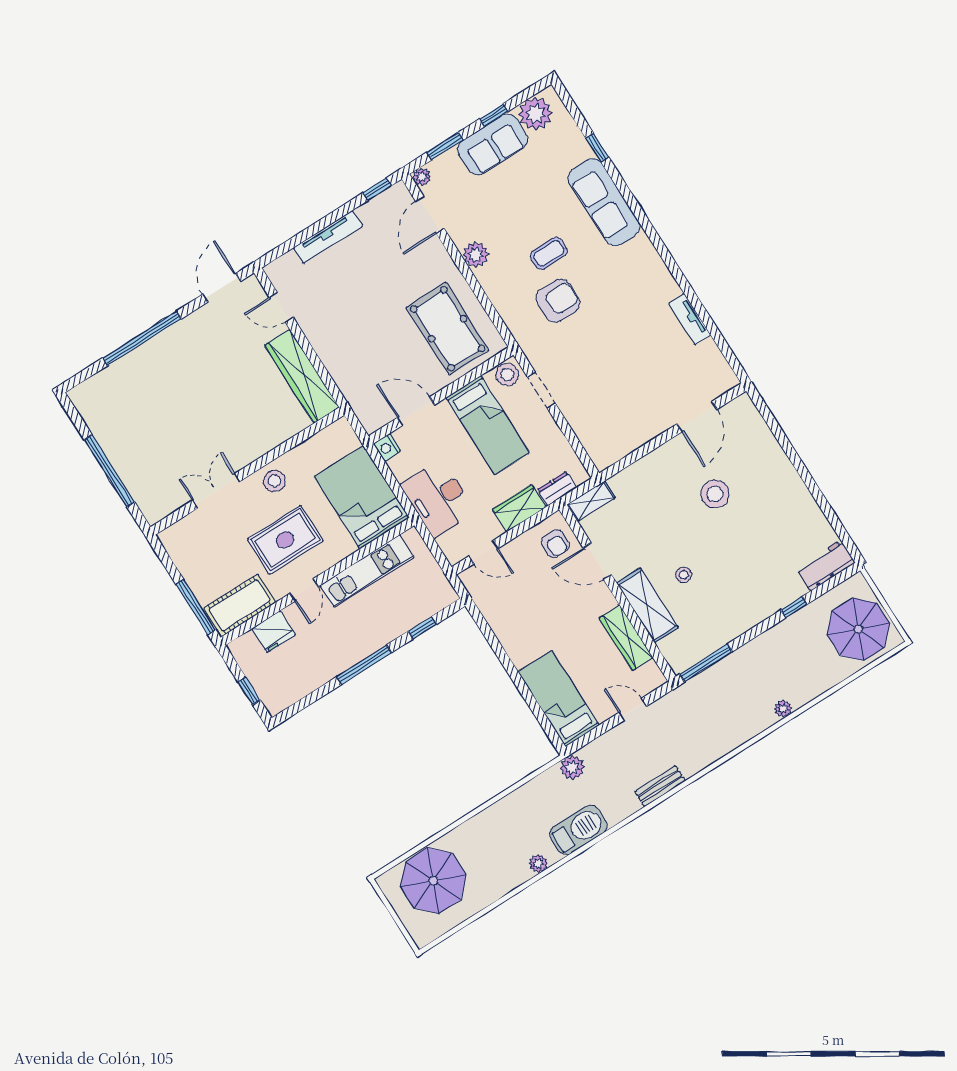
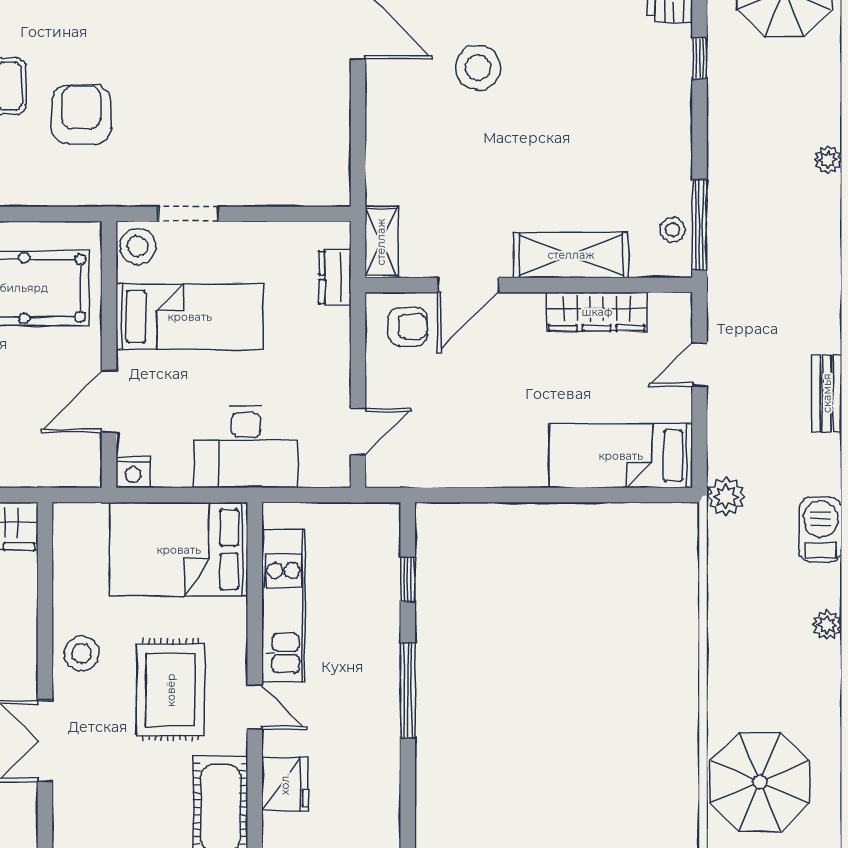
wardrobe: (519, 508) -> (329, 346), removed
stool: (683, 575) -> (673, 230), moved
barbecue: (578, 830) -> (821, 530), width x0.73, depth x0.83

